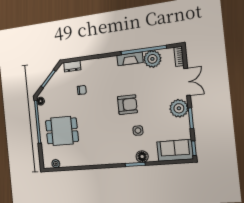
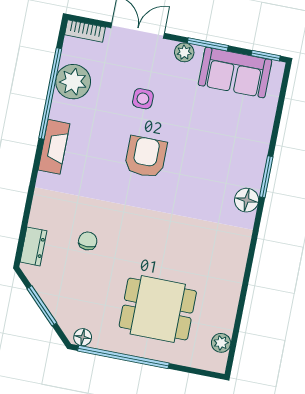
fireplace: (130, 59) -> (54, 147), moved
plant: (179, 108) -> (184, 52), width x0.53, depth x0.53
dining table: (62, 131) -> (158, 309), turned 90
side table: (138, 131) -> (143, 99), moved
sofa: (175, 150) -> (235, 73), moved, turned -90
floor lamp: (142, 157) -> (247, 200), moved

